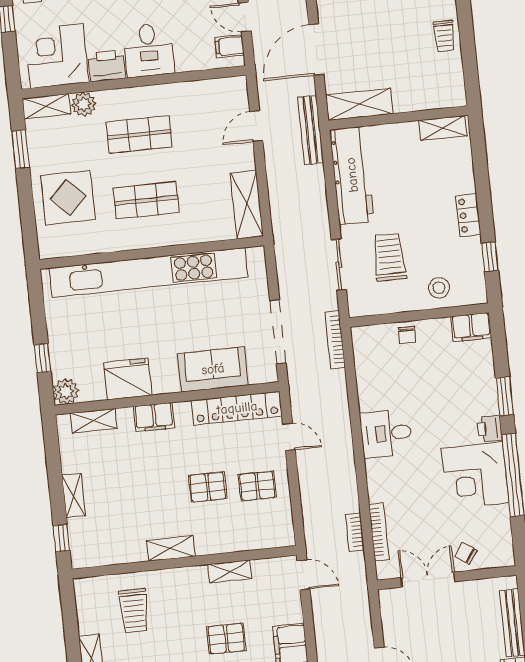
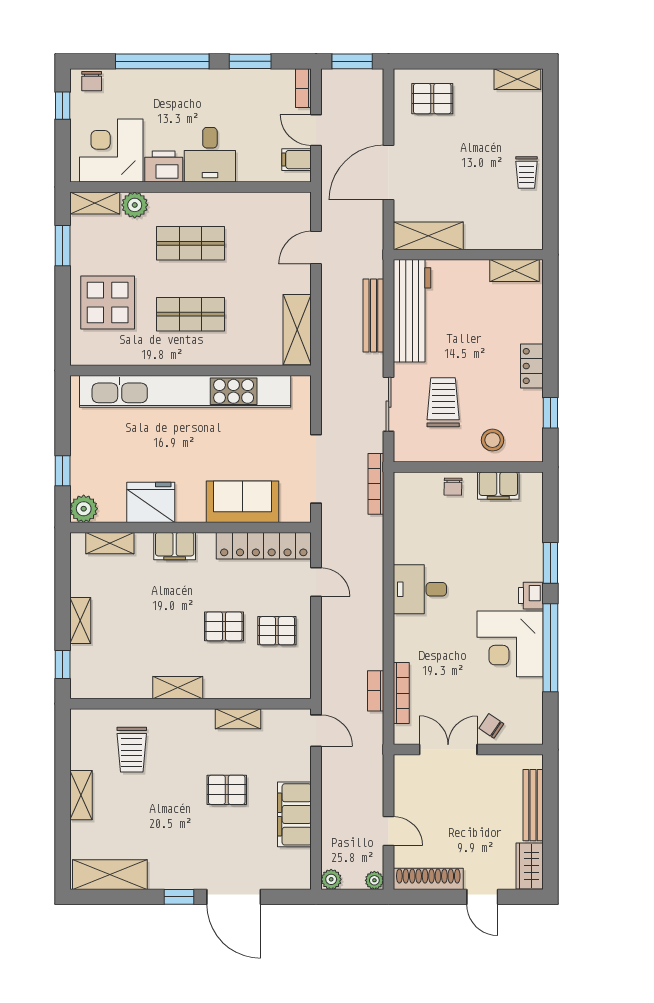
bench: (311, 130) -> (373, 315), moved
filing cabinet: (471, 327) -> (498, 486), moved

